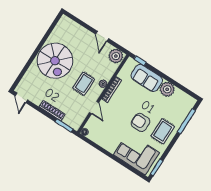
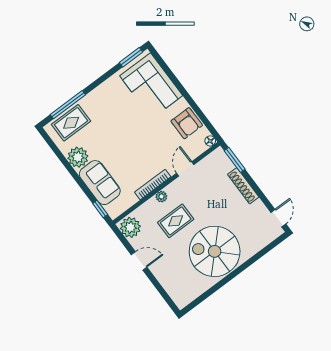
door: (102, 36) -> (139, 261), hinge flipped
spiral stairs: (55, 61) -> (215, 251), turned -90
rug: (84, 84) -> (176, 221), moved
armchair: (140, 122) -> (187, 123), moved
rug: (163, 131) -> (71, 123), moved

